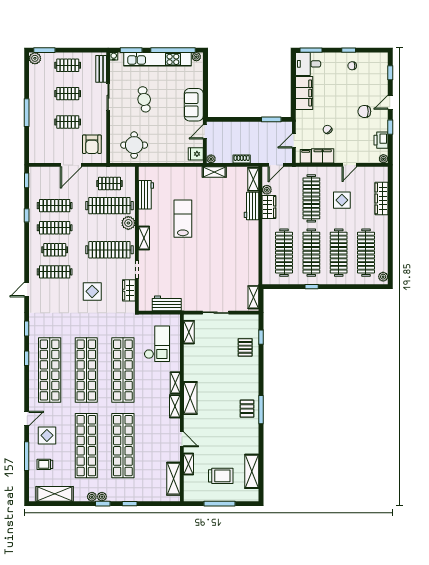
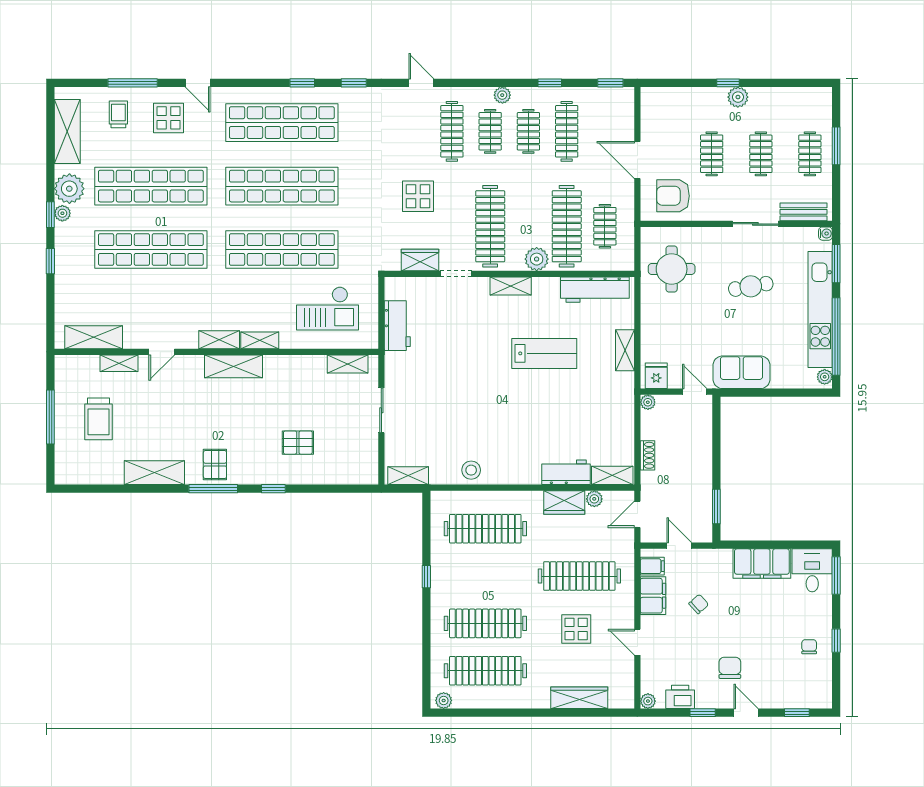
window: (44, 50) -> (836, 146), moved
plant: (35, 58) -> (738, 97), moved
window: (27, 113) -> (728, 83), width x0.46
door: (276, 165) -> (637, 514), hinge flipped
shelving: (214, 172) -> (625, 350), moved
workbench: (146, 195) -> (595, 290), width x1.38
clothes rail: (55, 228) -> (528, 131), width x0.73
plant: (34, 243) -> (502, 95), added
clothes rail: (311, 253) -> (485, 576), removed
stool: (250, 261) -> (471, 470), added
window: (261, 337) -> (273, 489), moved
pallet: (245, 347) -> (298, 443), moved
pallet: (247, 409) -> (215, 465), turned 90
shelving: (252, 471) -> (154, 473), moved
plant: (92, 497) -> (69, 189), width x1.87, depth x1.87

